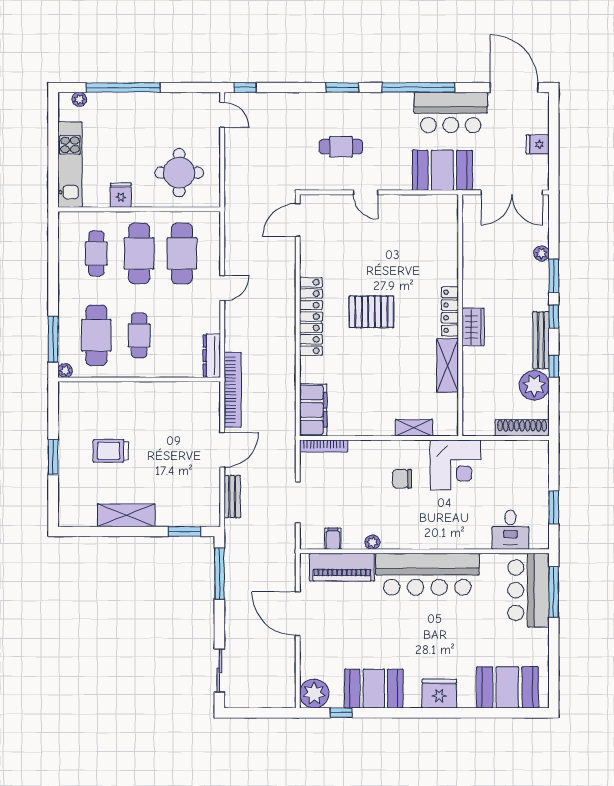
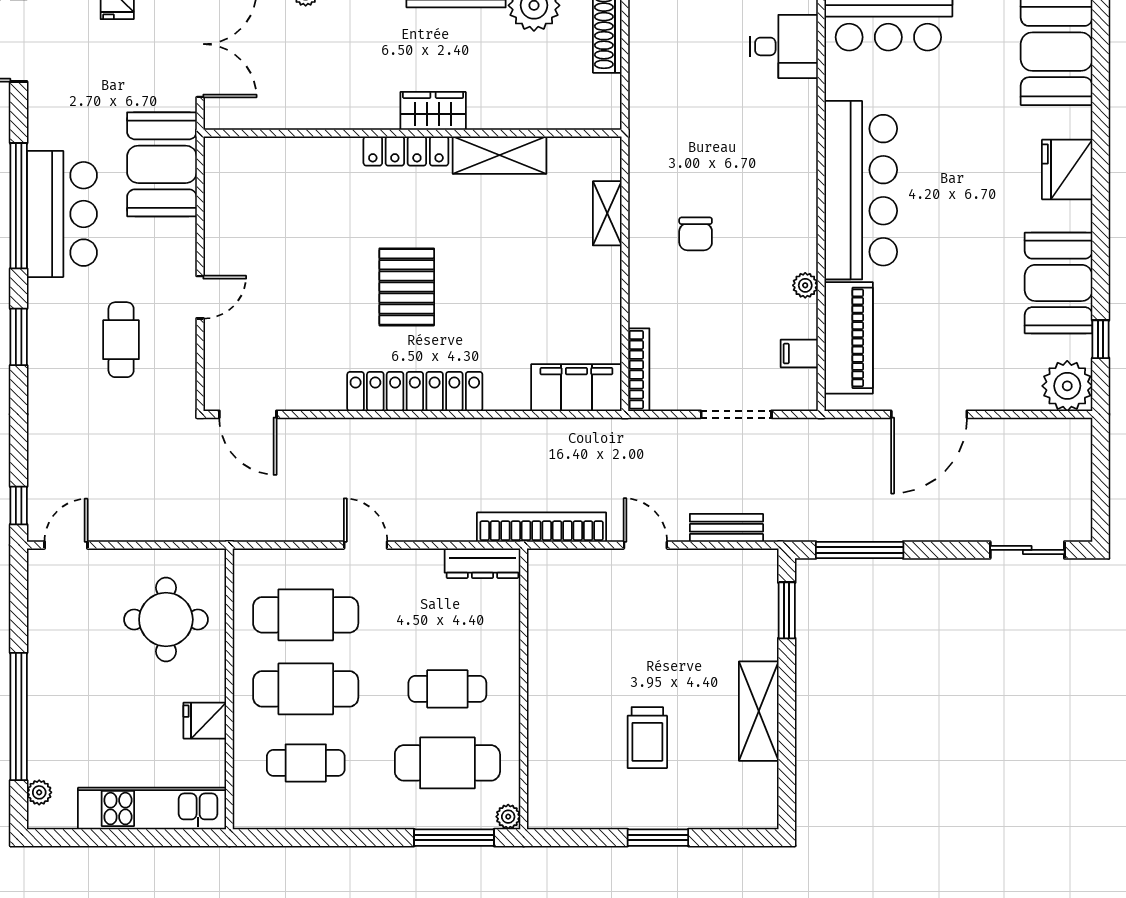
bar counter: (451, 112) -> (62, 214), moved
door: (222, 450) -> (645, 545), width x0.73
corner desk: (456, 465) -> (672, 141), removed

